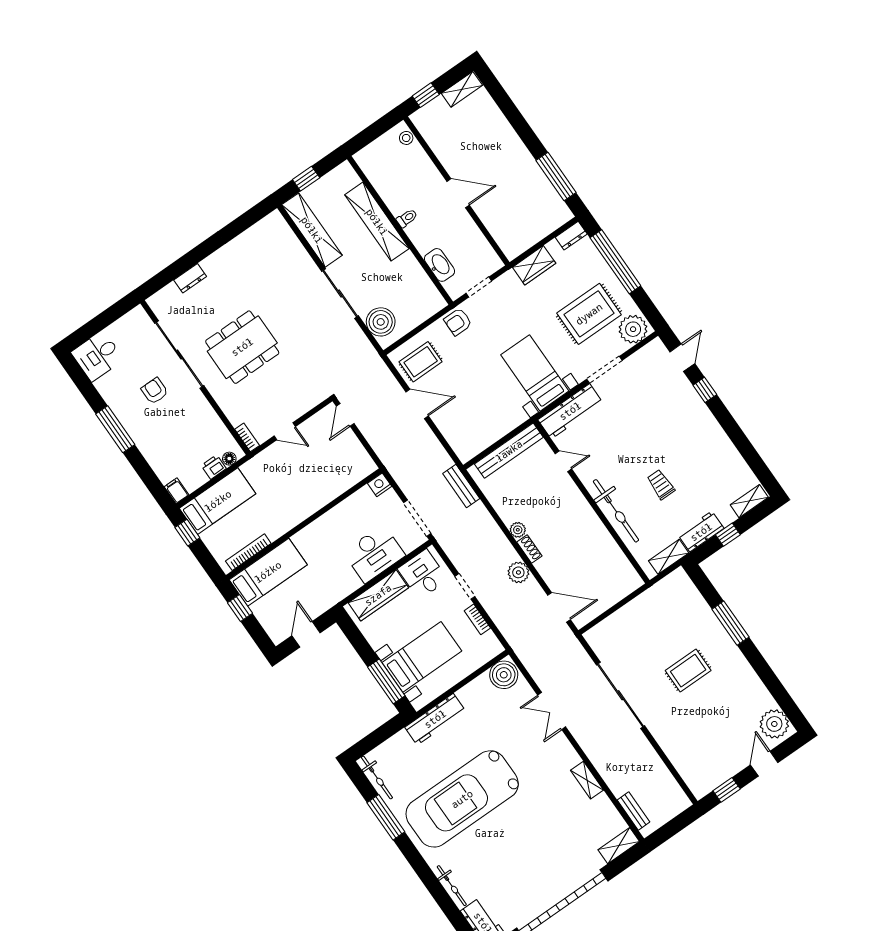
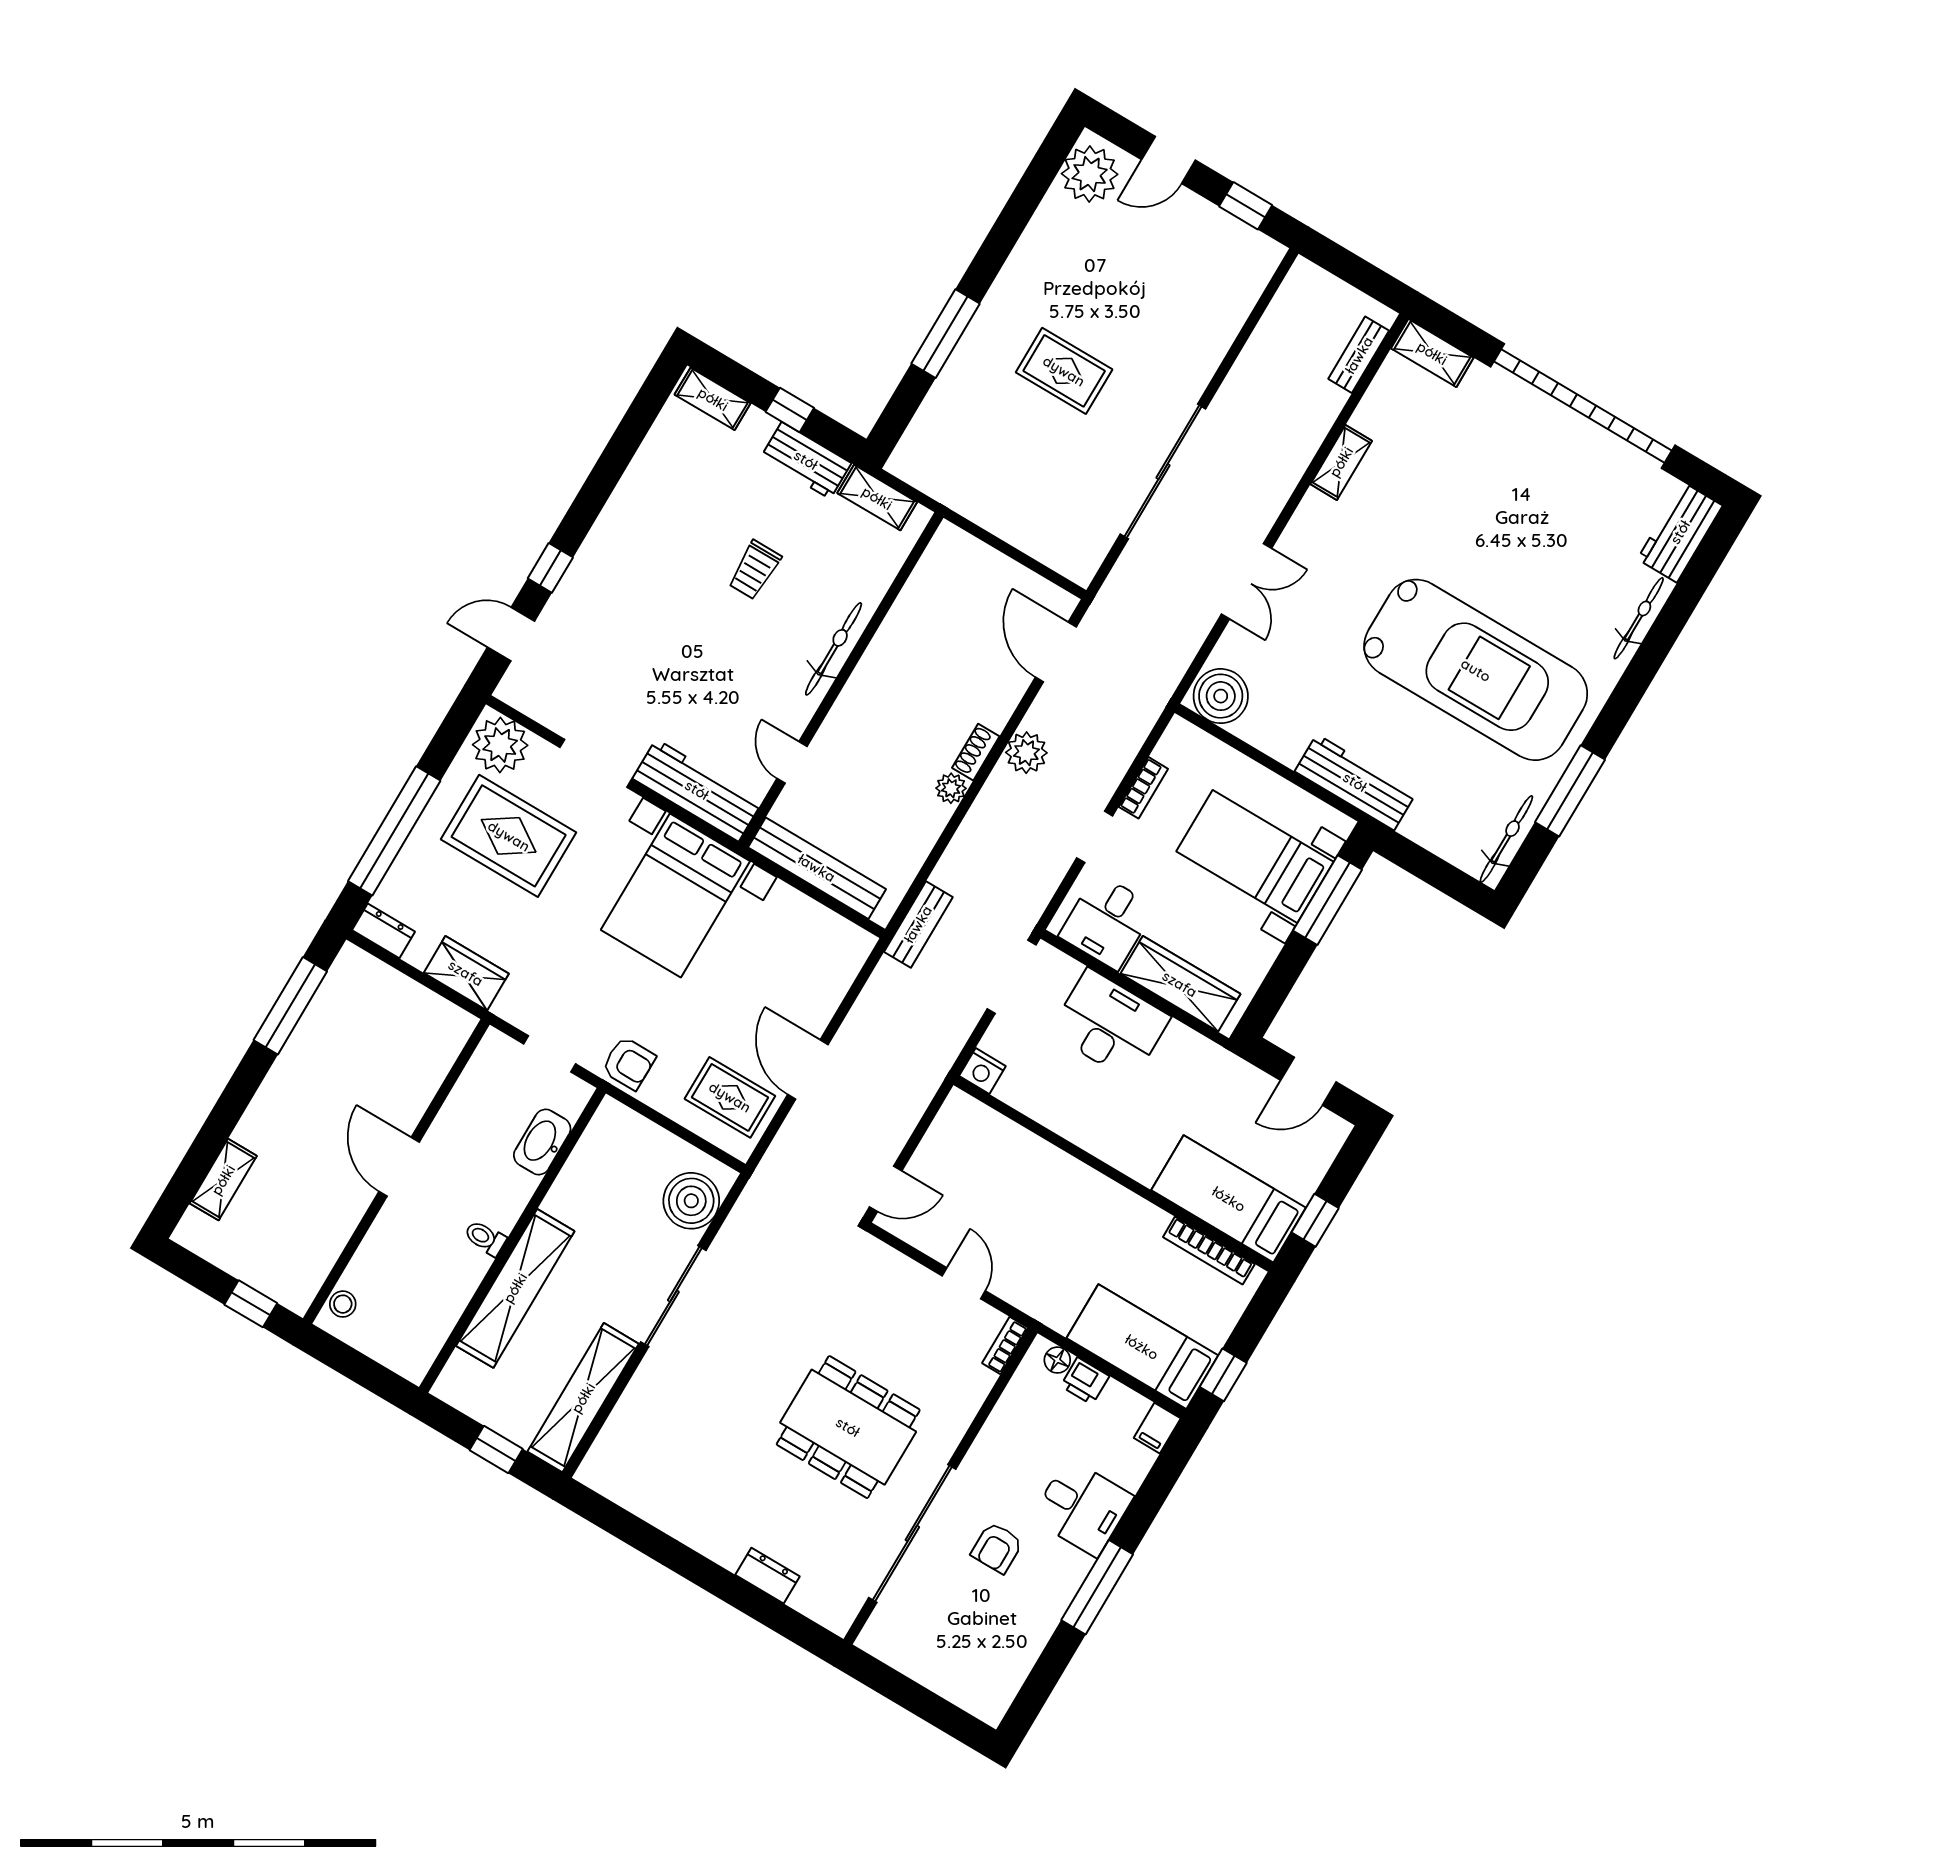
shelving: (462, 89) -> (223, 1180), moved, turned 90
desk: (97, 356) -> (1082, 1507), moved
bed with nightstands: (535, 373) -> (675, 896), width x1.36
bicycle: (616, 511) -> (834, 649), width x0.73, depth x0.71

